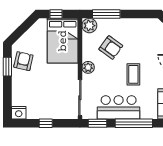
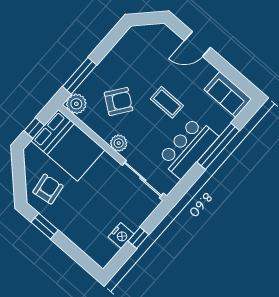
armchair: (23, 61) -> (48, 189), moved, turned 69
nightstand: (19, 113) -> (121, 235), moved
window: (98, 123) -> (185, 184), removed

